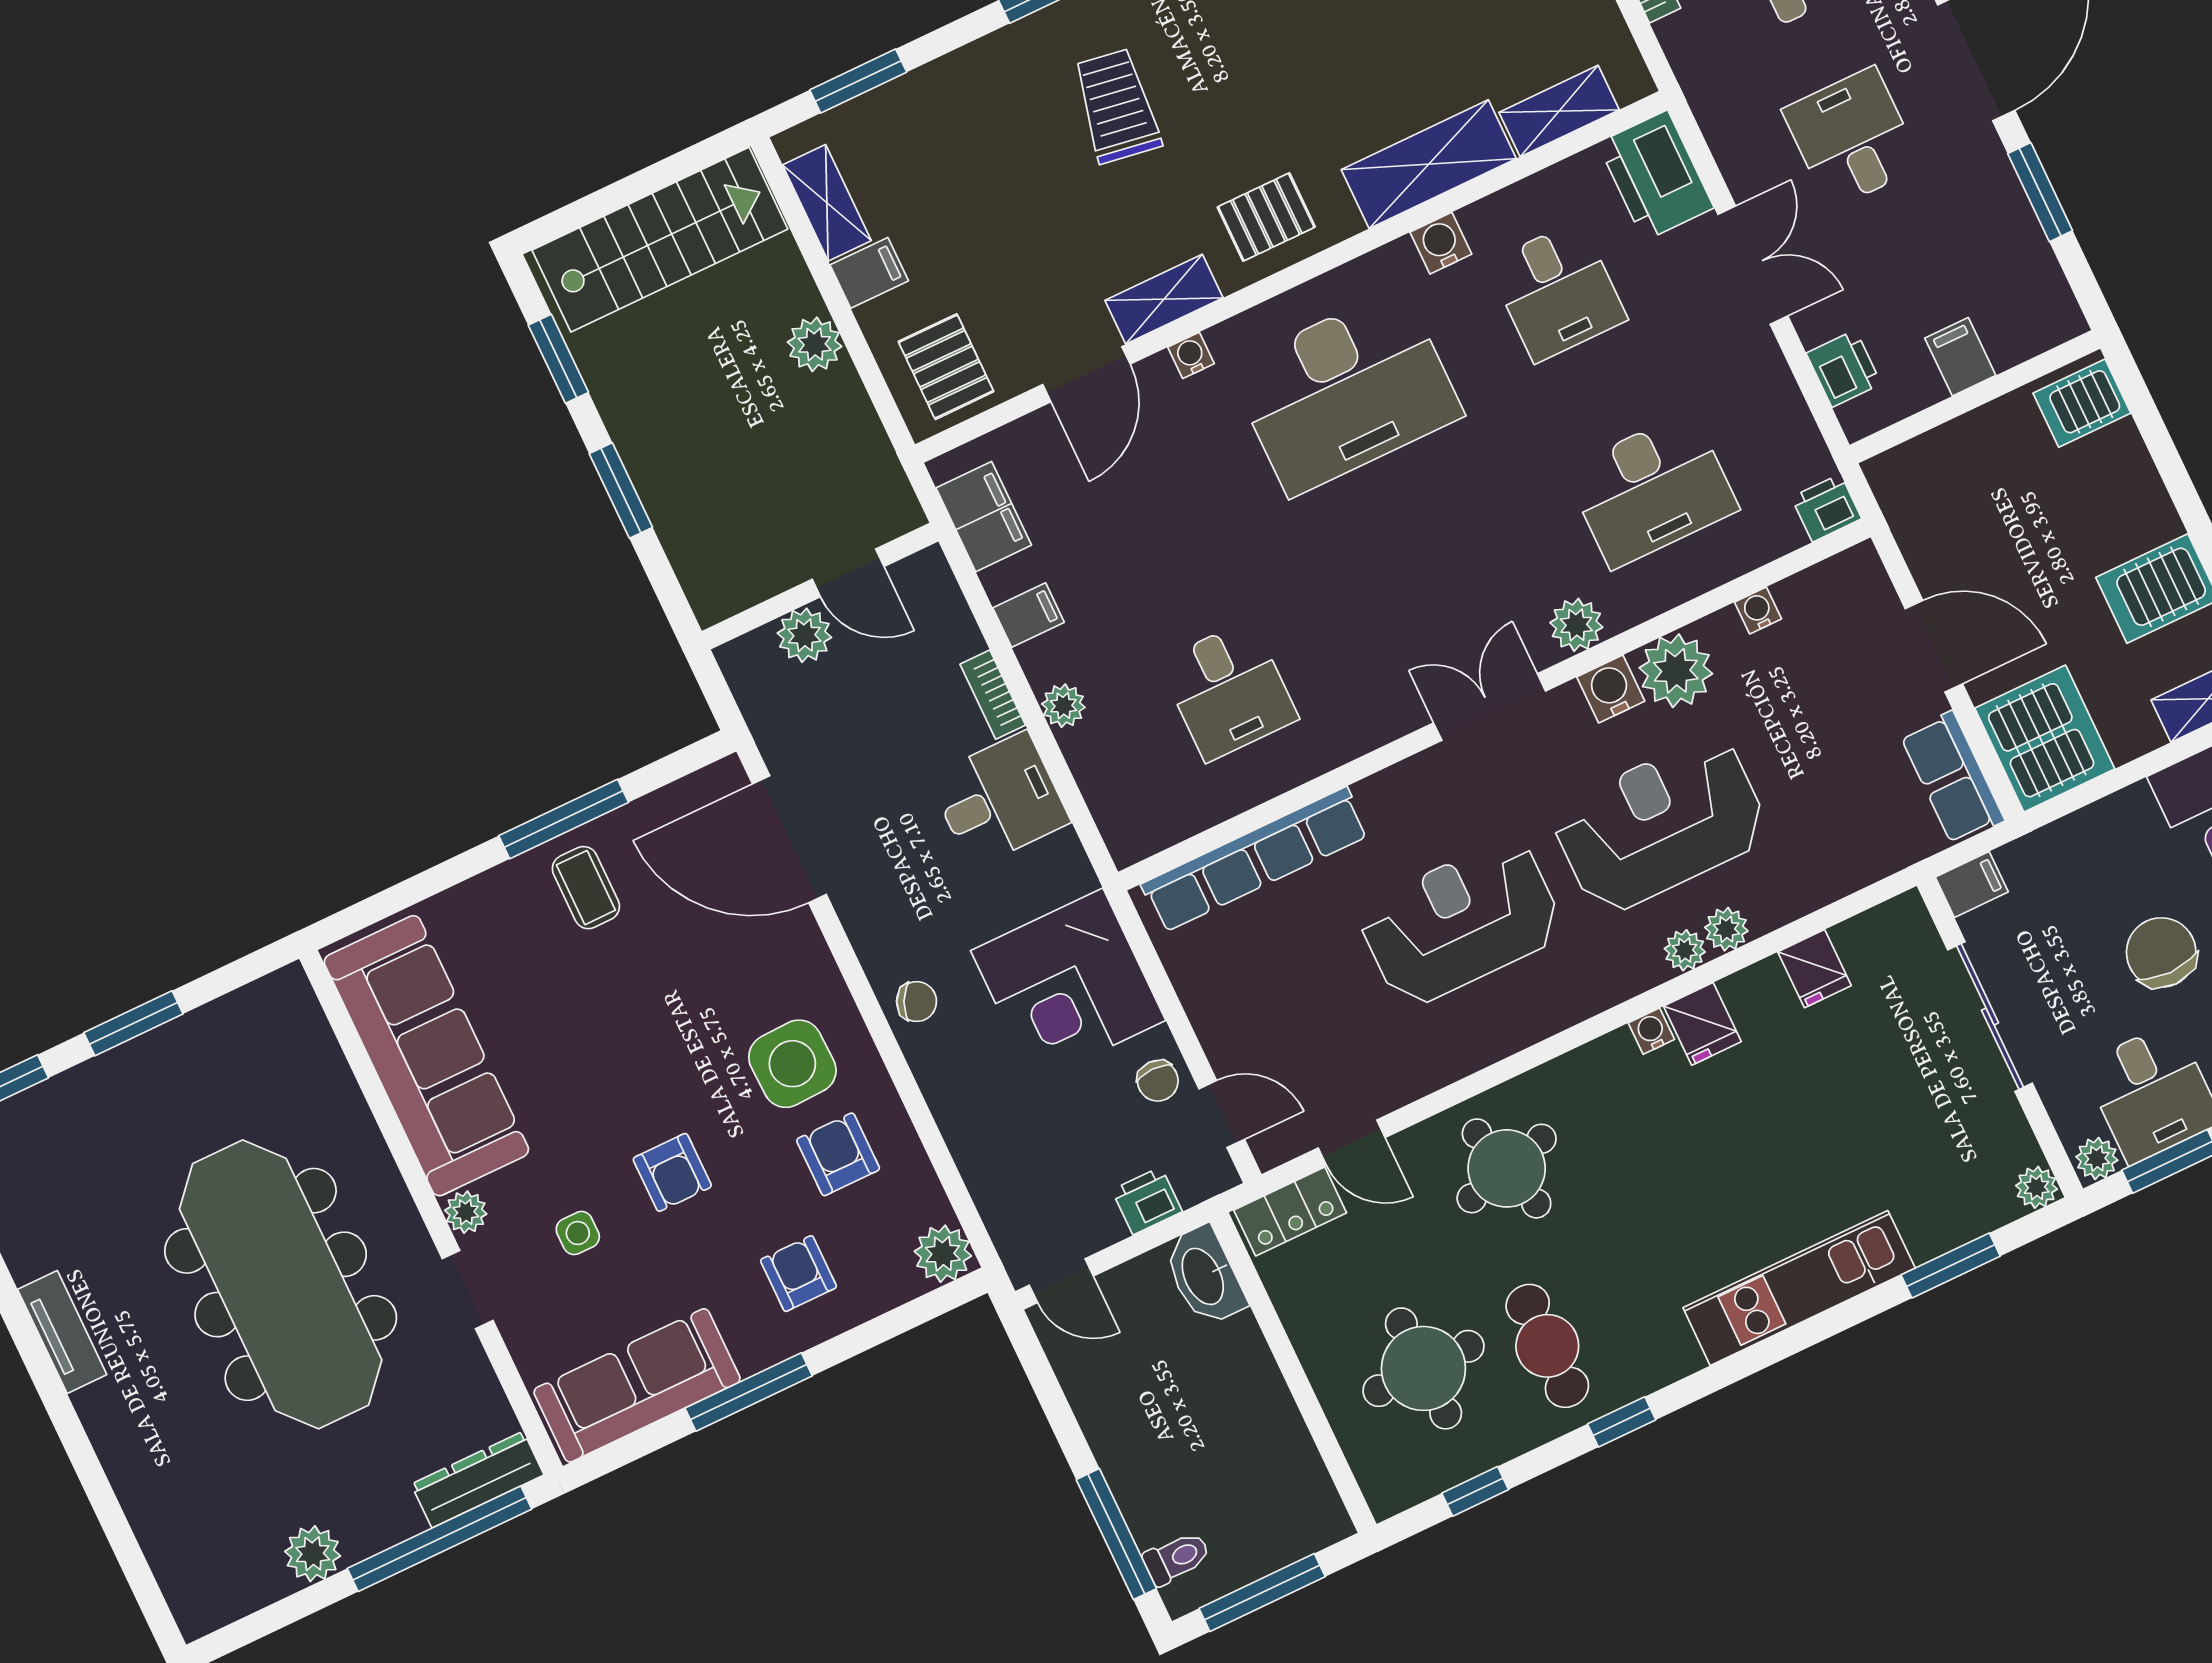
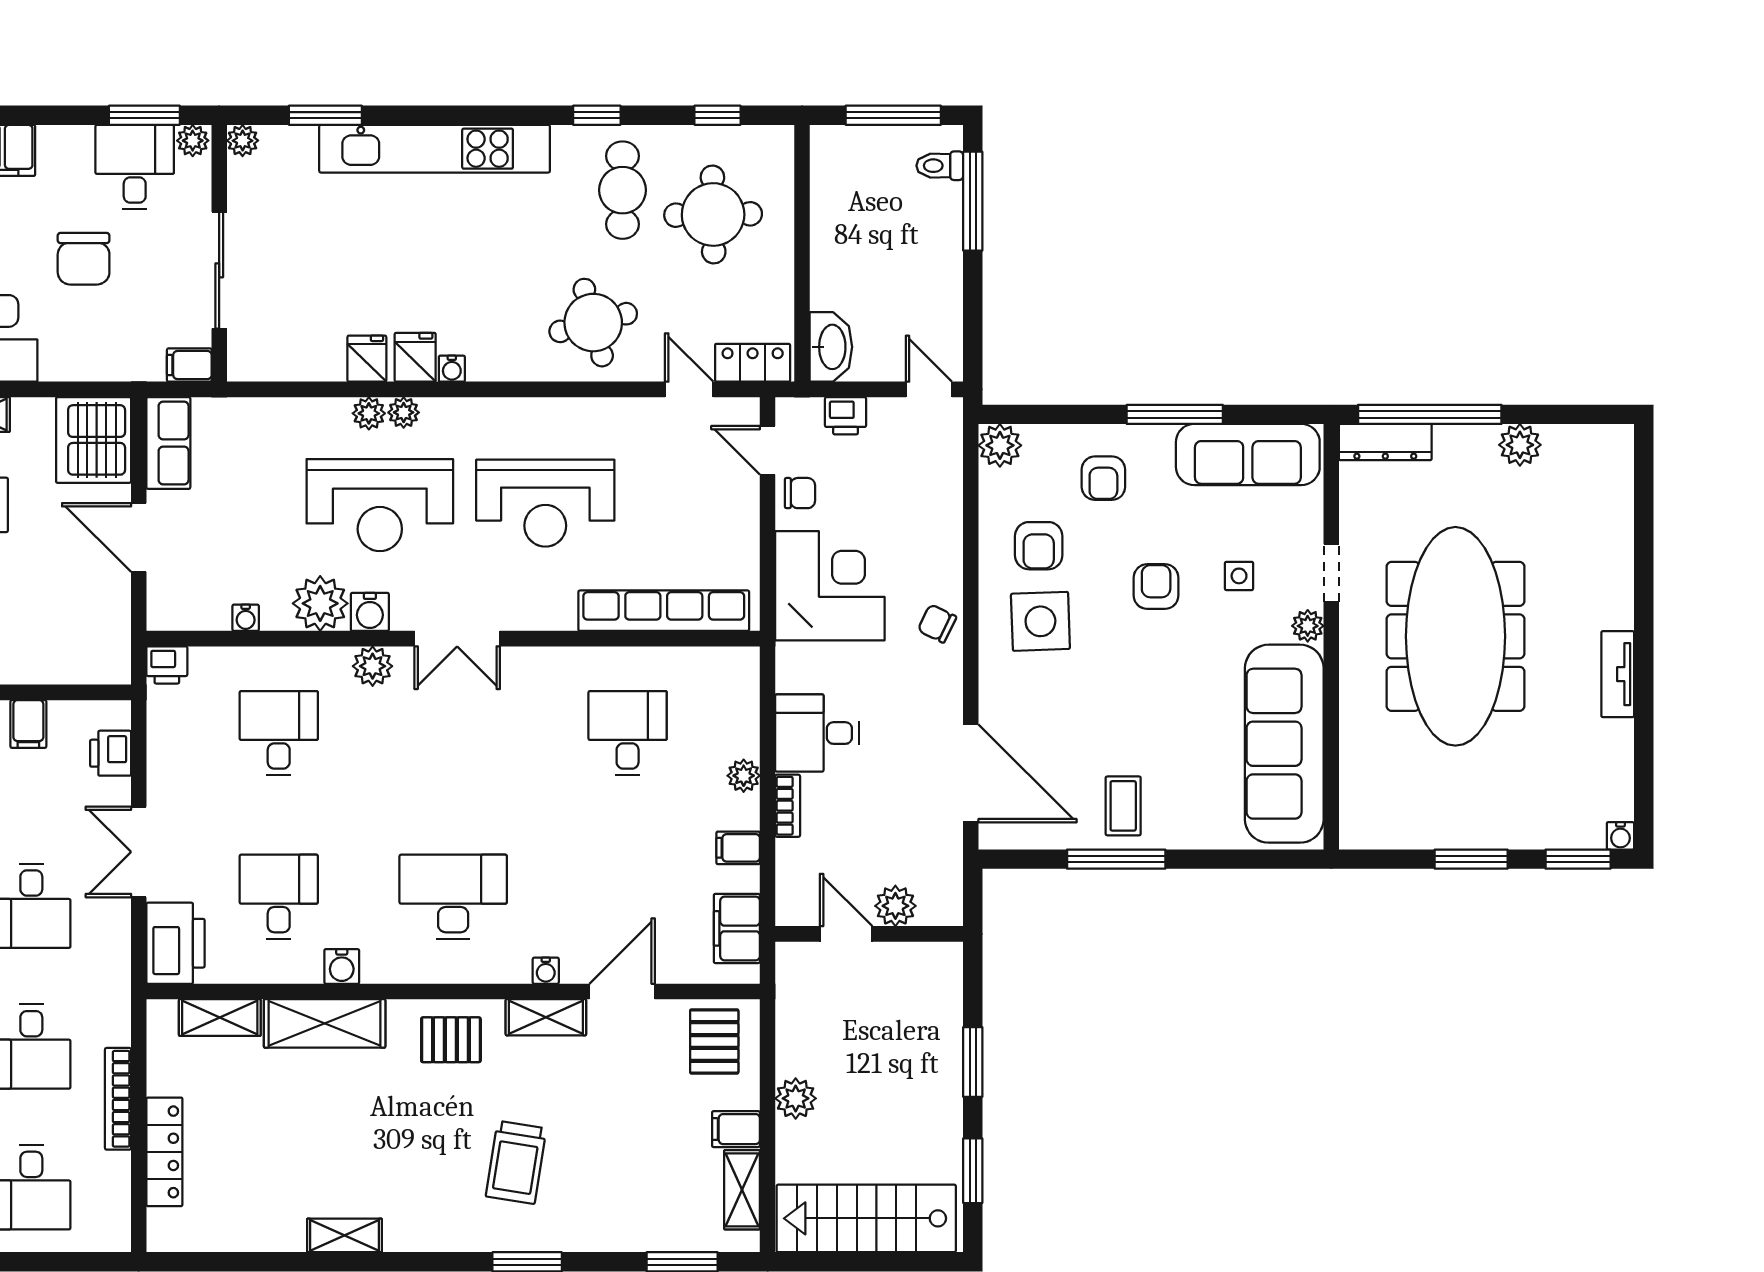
desk: (1346, 392) -> (453, 897), width x0.73, depth x0.77
desk: (1651, 490) -> (279, 733), width x0.73
fridge: (1814, 969) -> (367, 359), moved
chair: (1158, 1081) -> (800, 493), turned 90
kitchen unit: (1799, 1288) -> (435, 149), width x1.36

